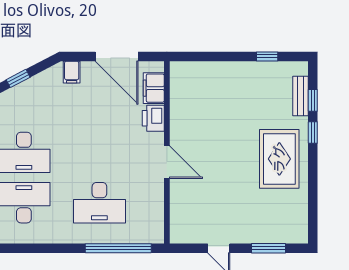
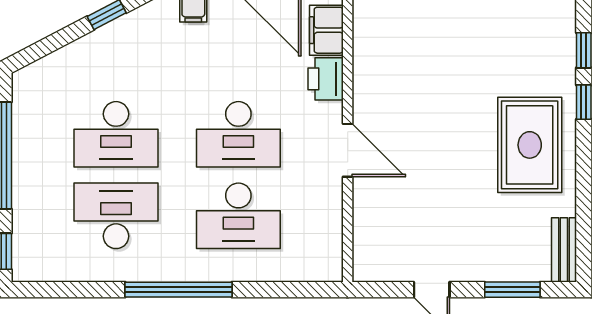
bench: (300, 96) -> (564, 250), moved
desk: (99, 152) -> (238, 134), added
window: (118, 248) -> (178, 290), moved

